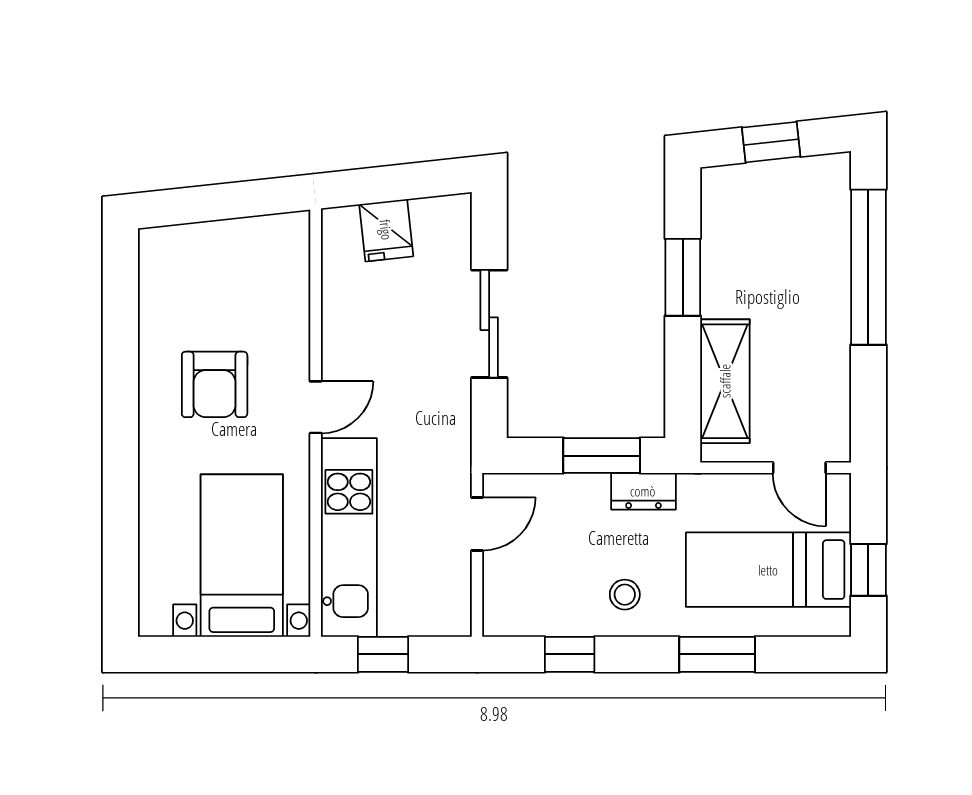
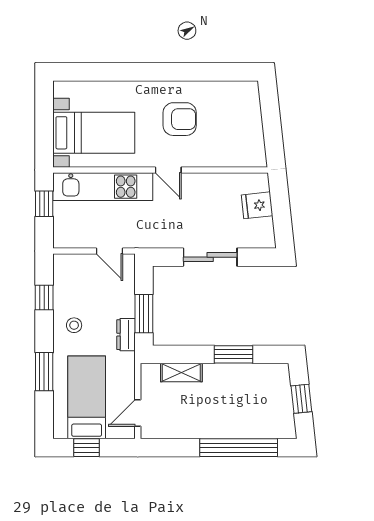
shelving: (725, 381) -> (181, 372), width x0.67, depth x0.75
armchair: (215, 384) -> (180, 119), turned 180

